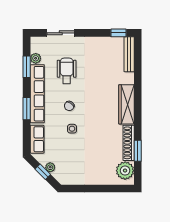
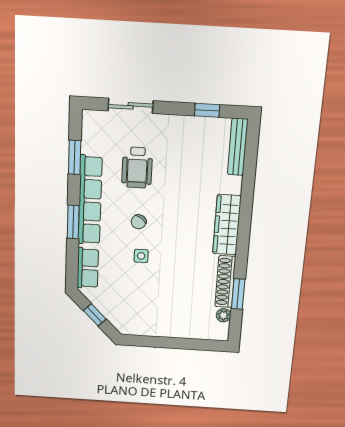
window: (118, 33) -> (207, 110), moved
plant: (36, 58) -> (89, 145), removed
wheelchair: (67, 71) -> (137, 168), turned 180
plant: (50, 167) -> (106, 309), removed
plant: (125, 171) -> (223, 315), width x0.53, depth x0.53

